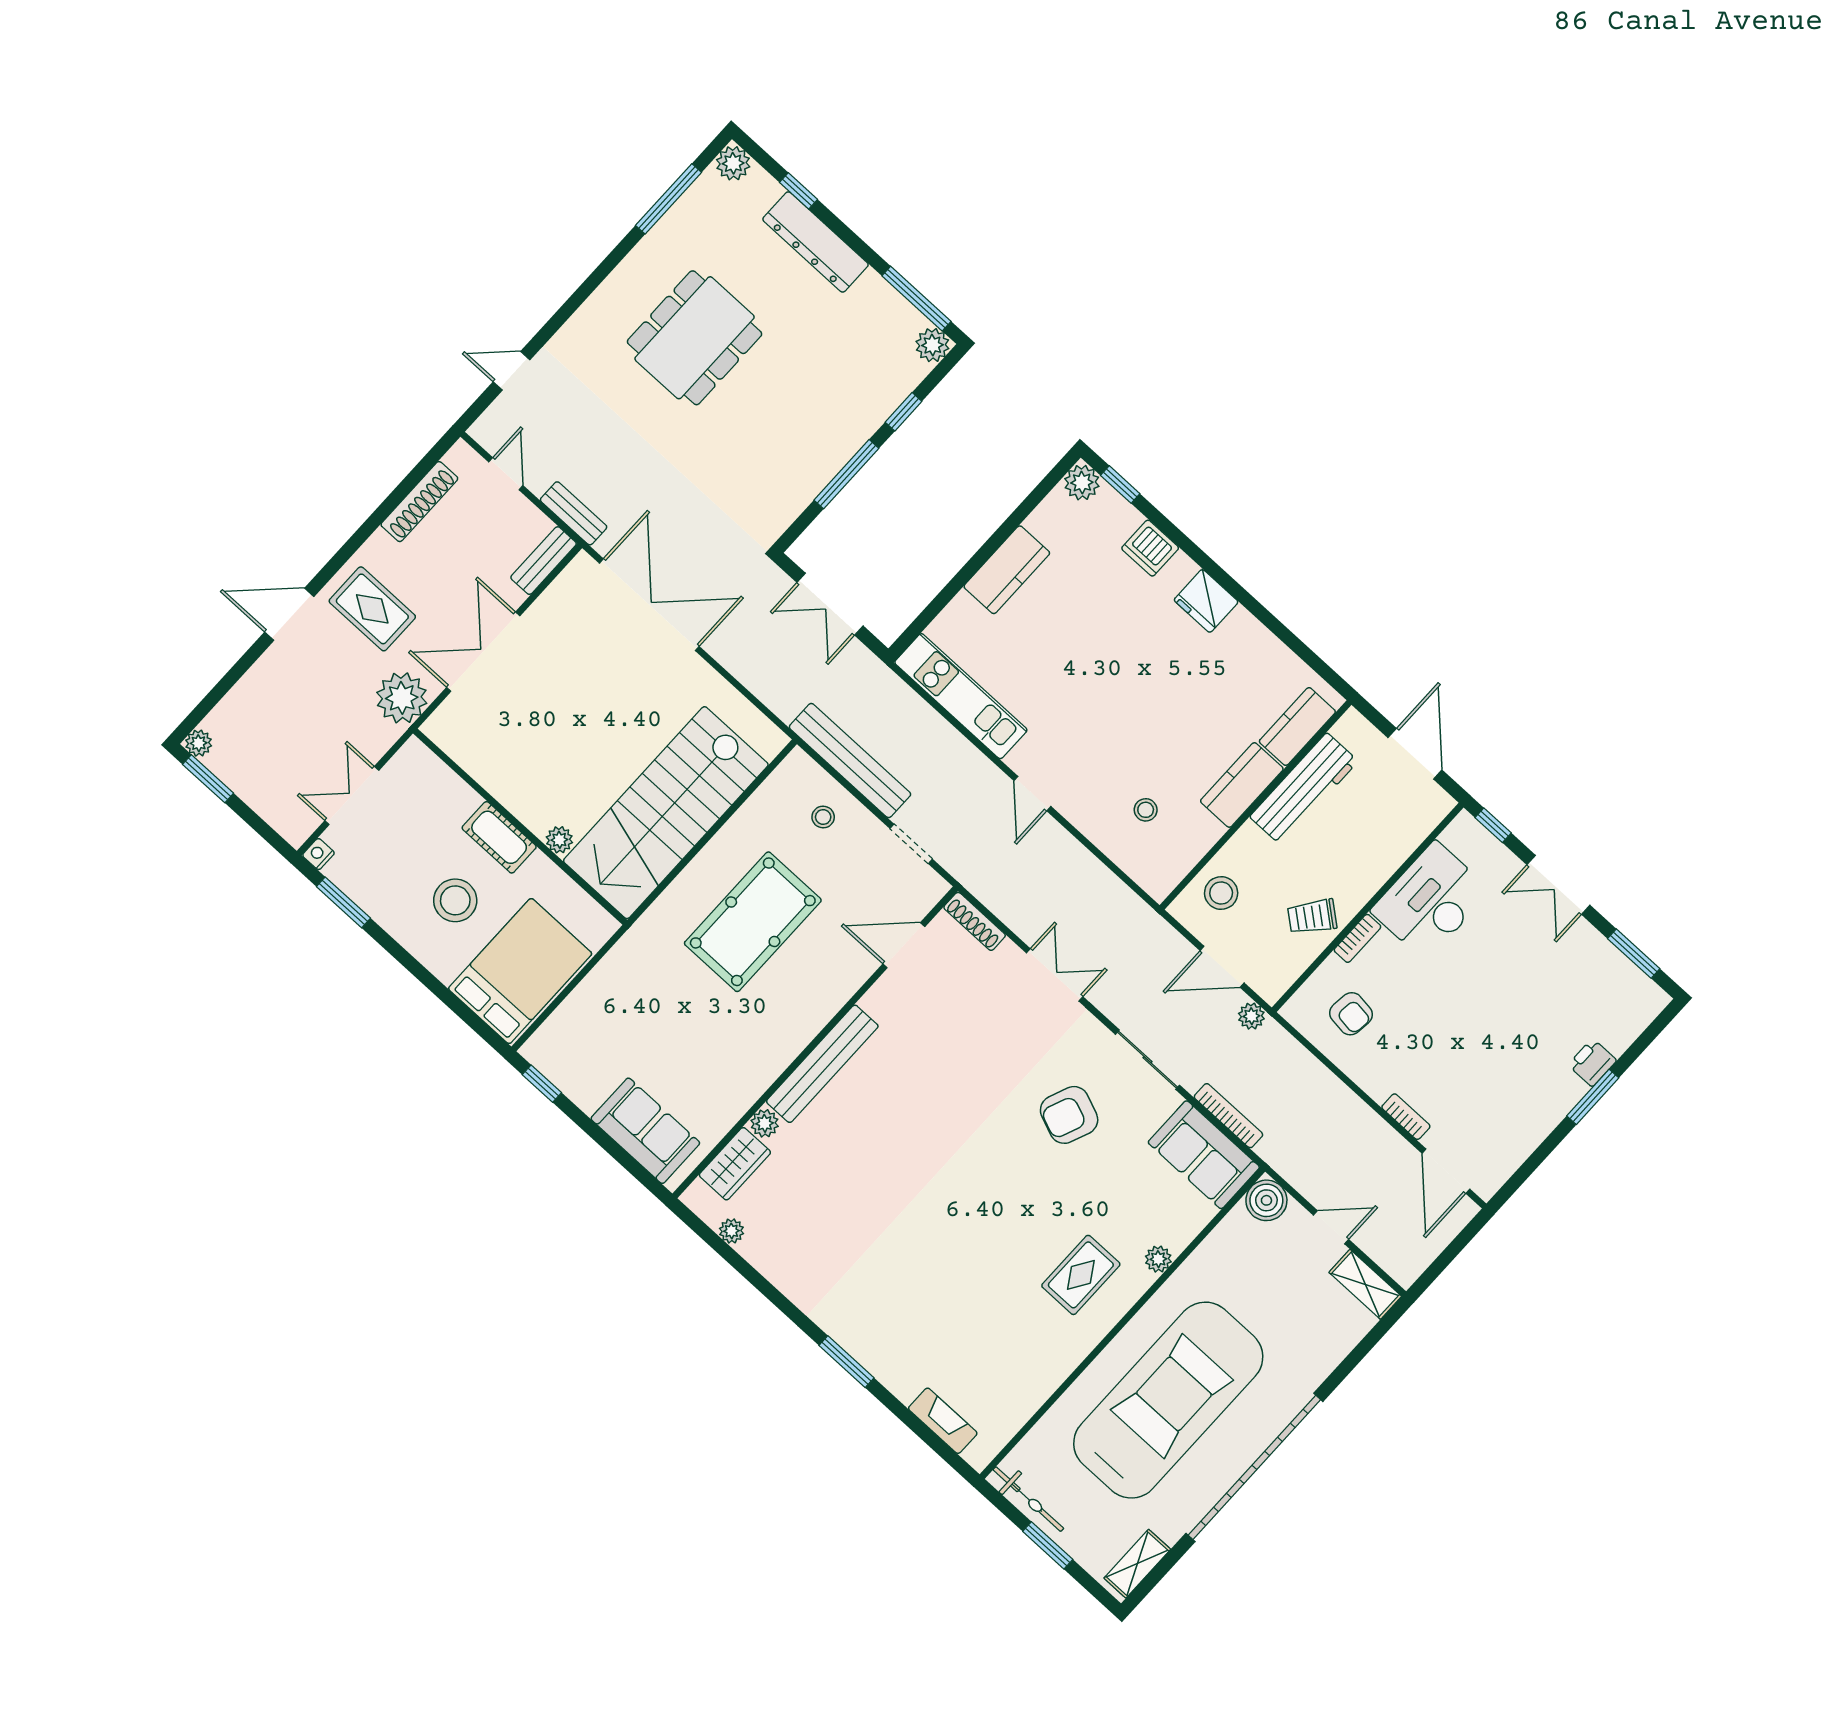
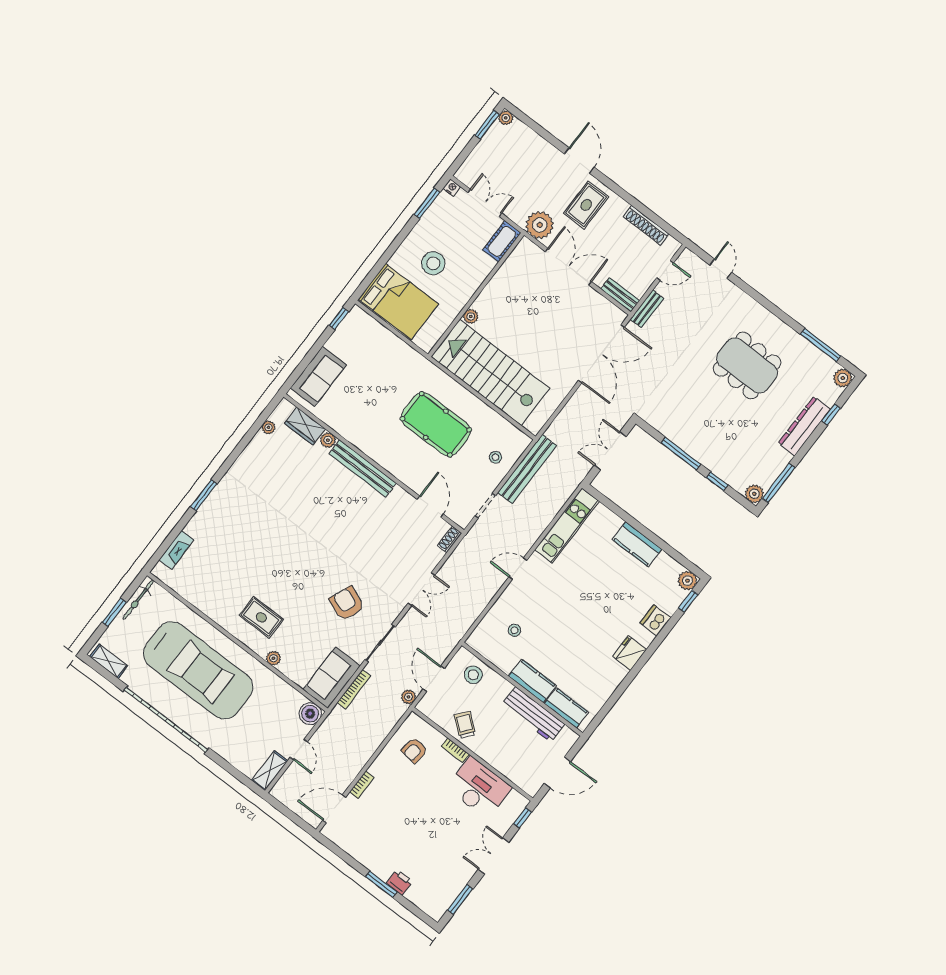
cot: (499, 837) -> (502, 241), moved
shoe rack: (975, 921) -> (450, 539), width x0.70

